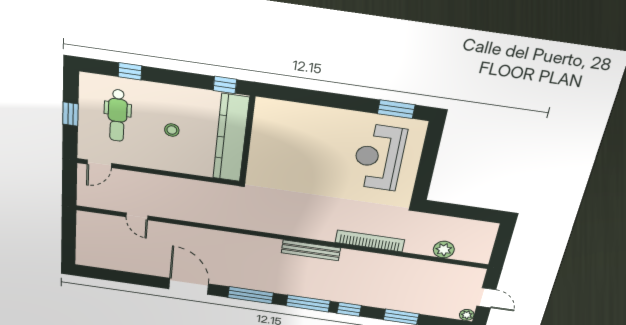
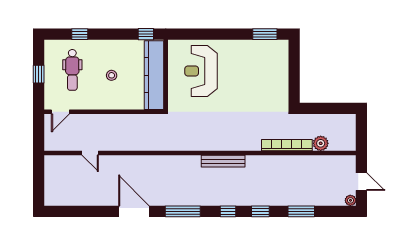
reception desk: (379, 157) -> (201, 71), moved
bookcase: (370, 241) -> (287, 145), moved
window: (308, 303) -> (228, 211), width x0.46

